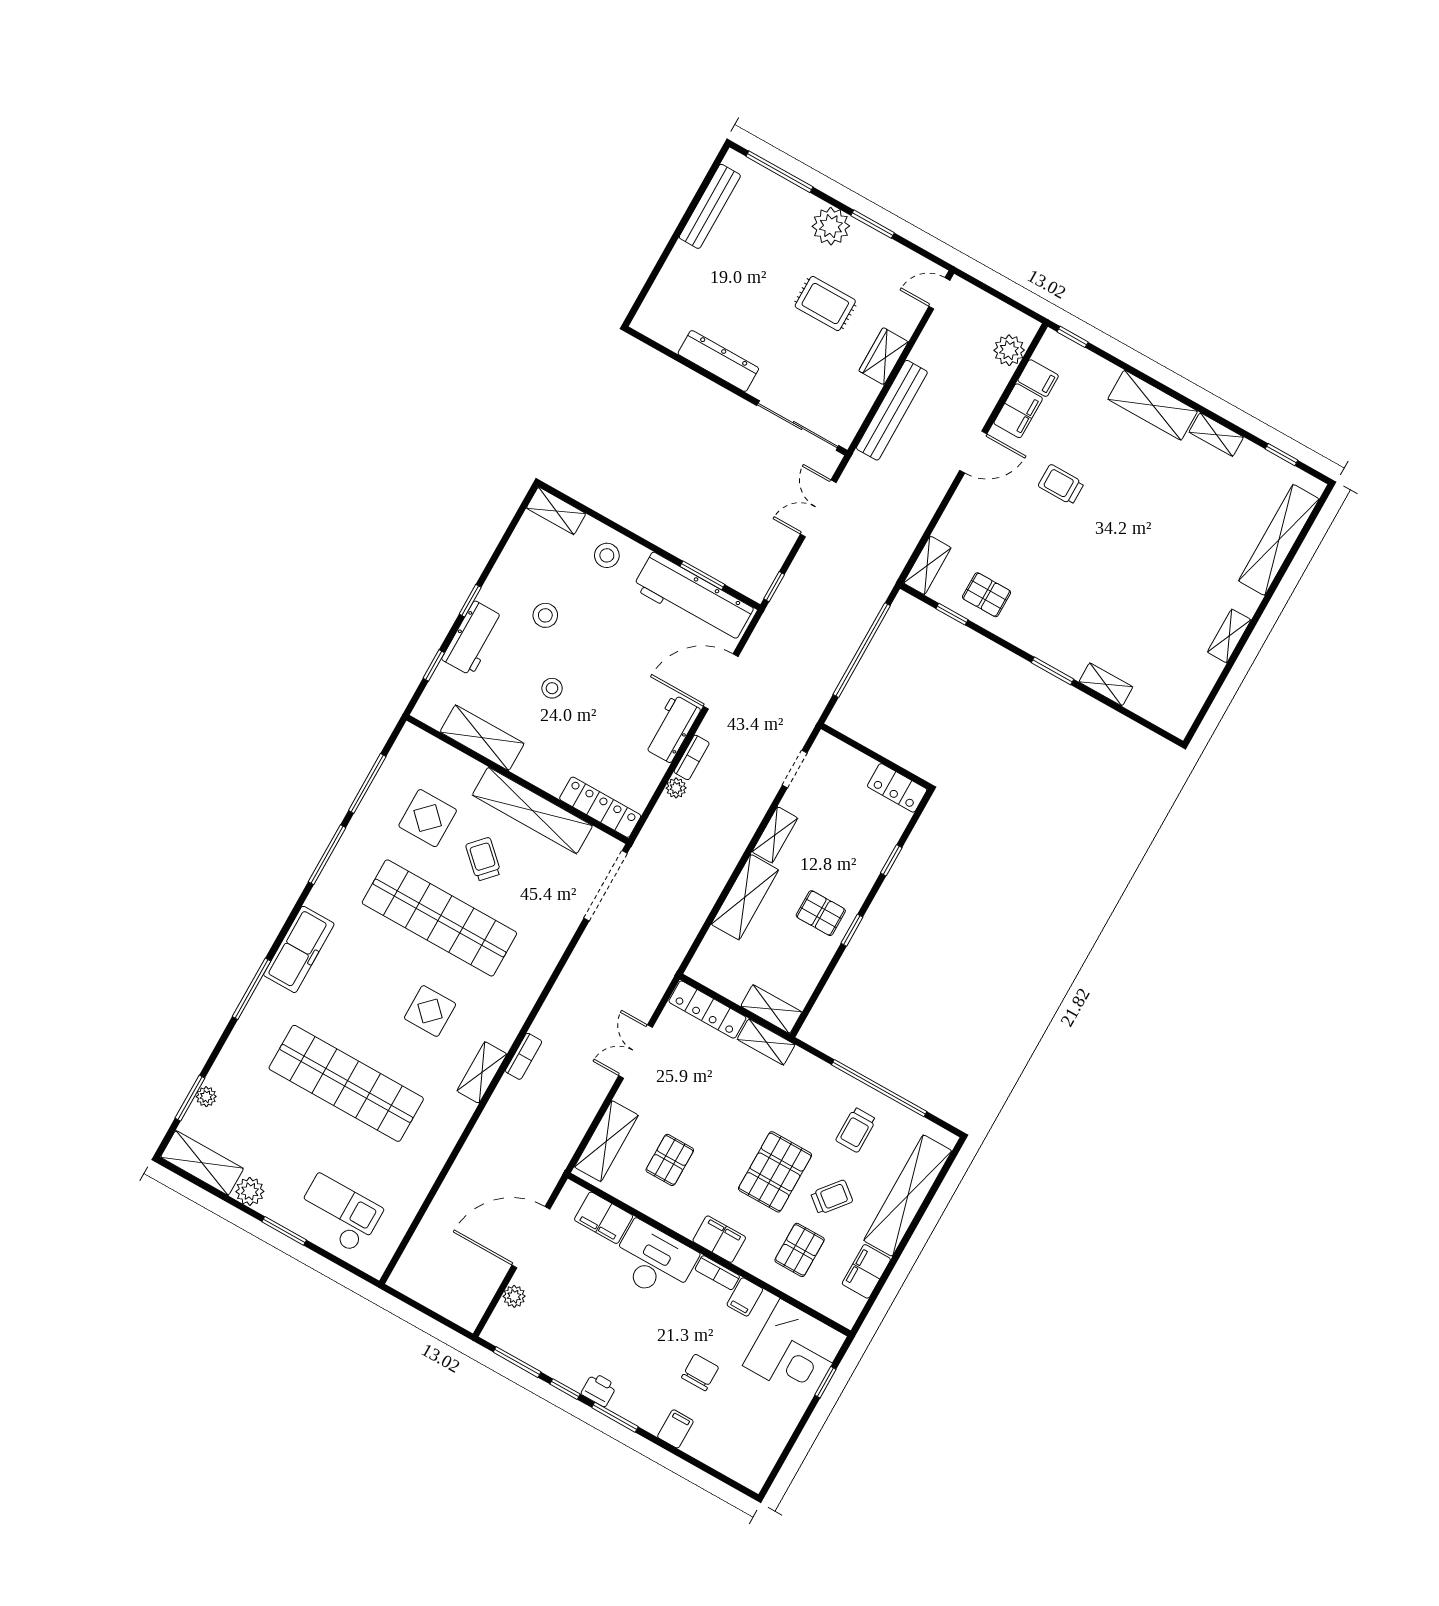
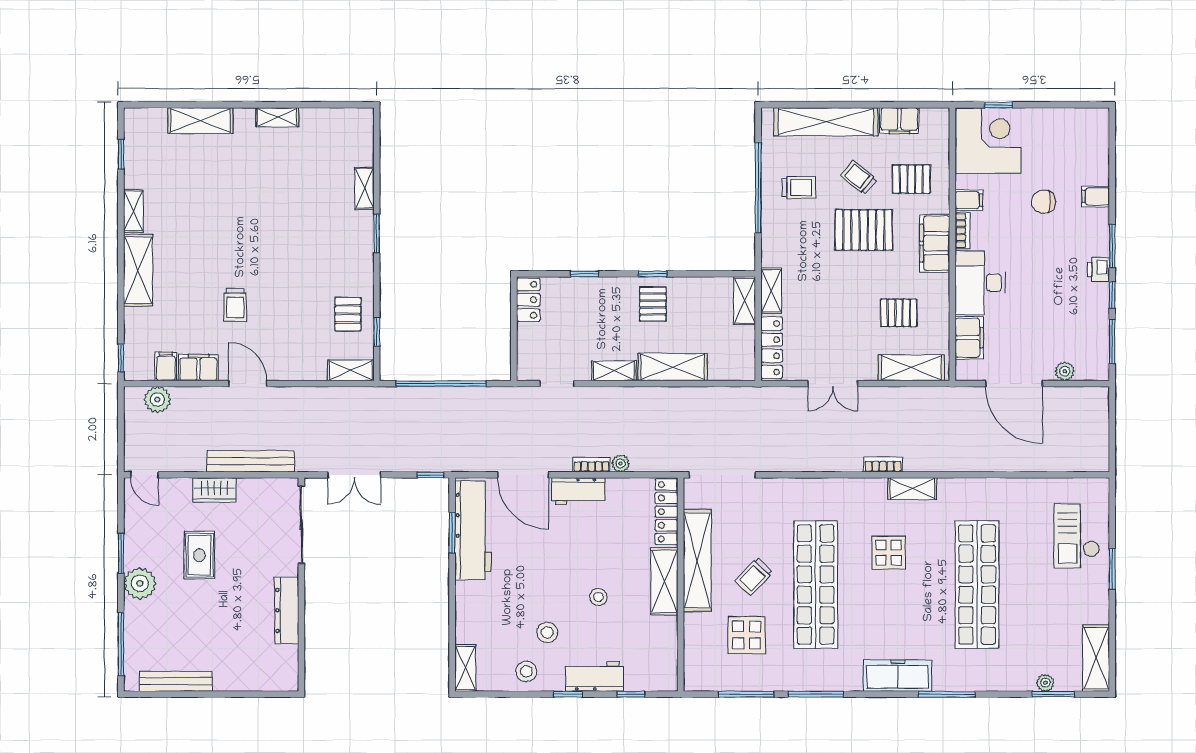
shelving: (1279, 540) -> (200, 121), width x0.68
stool: (607, 555) -> (526, 671), moved
shelving: (482, 738) -> (664, 581), moved
plant: (250, 1191) -> (1097, 611), removed
filing cabinet: (719, 1239) -> (935, 243), width x1.50, depth x1.17

